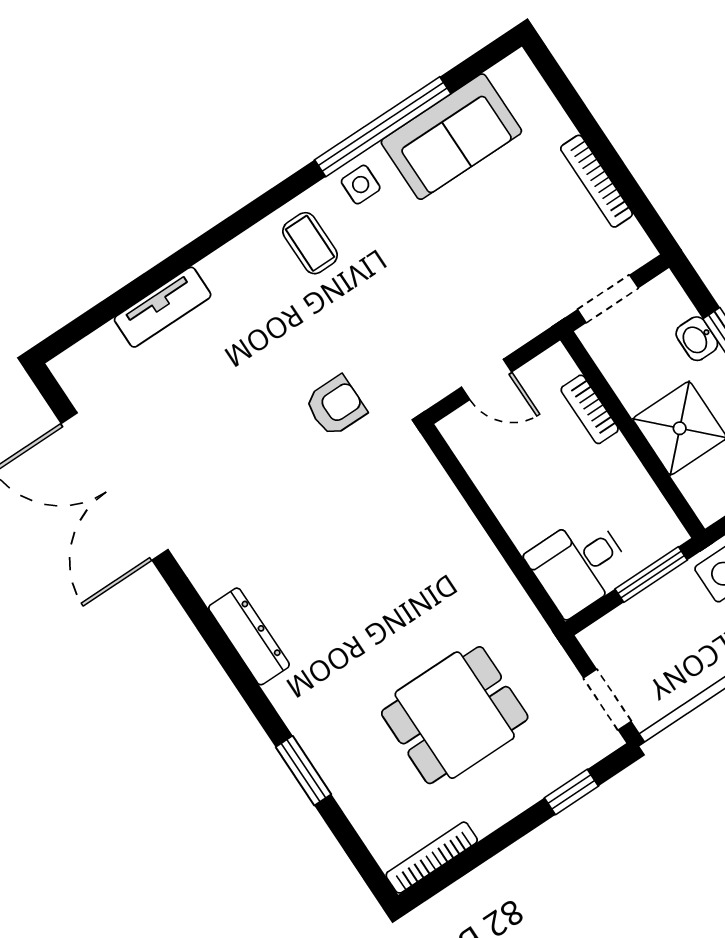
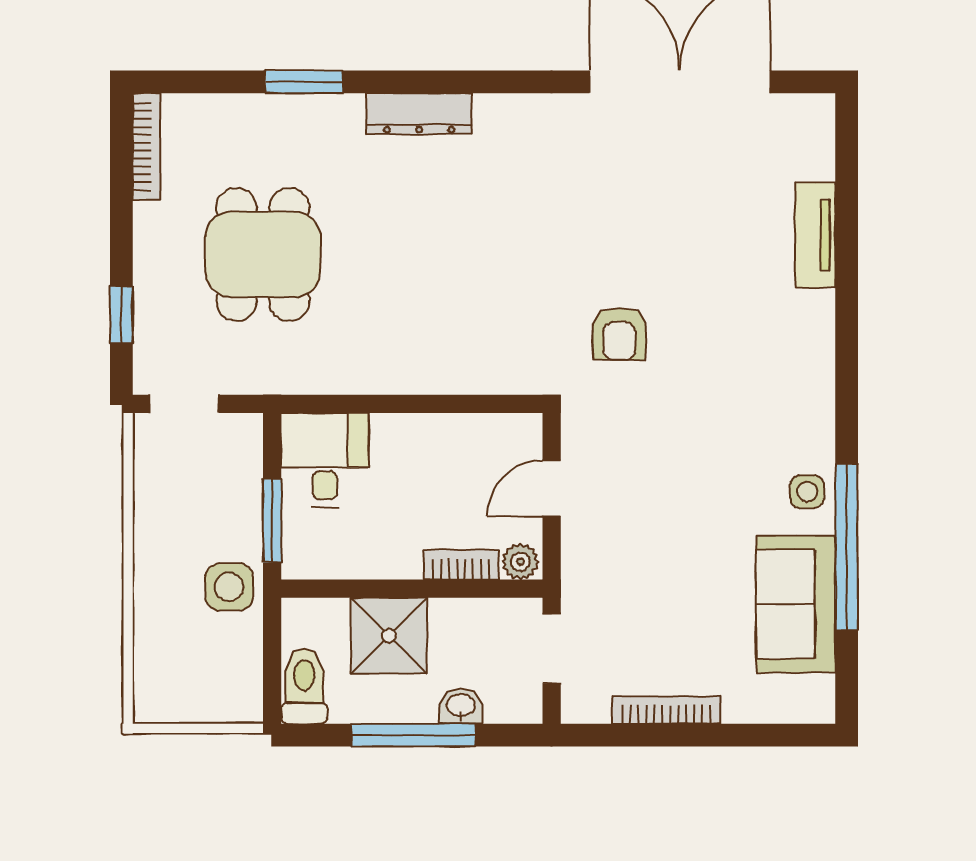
coffee table: (310, 243) -> (784, 409), removed
plant: (558, 366) -> (520, 562), added
dresser: (249, 636) -> (419, 114), moved

